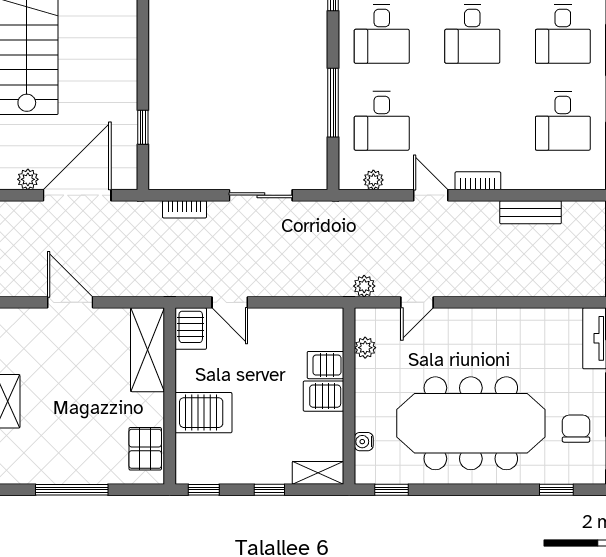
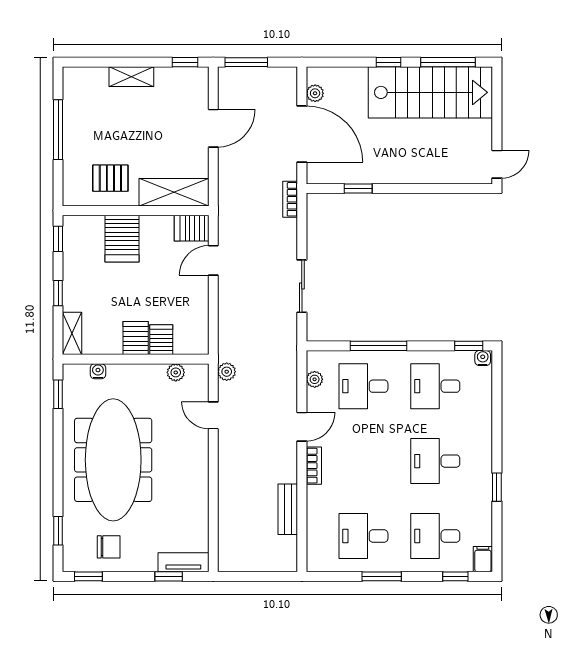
bookcase: (184, 209) -> (290, 199), moved
pallet: (145, 449) -> (110, 178), moved

